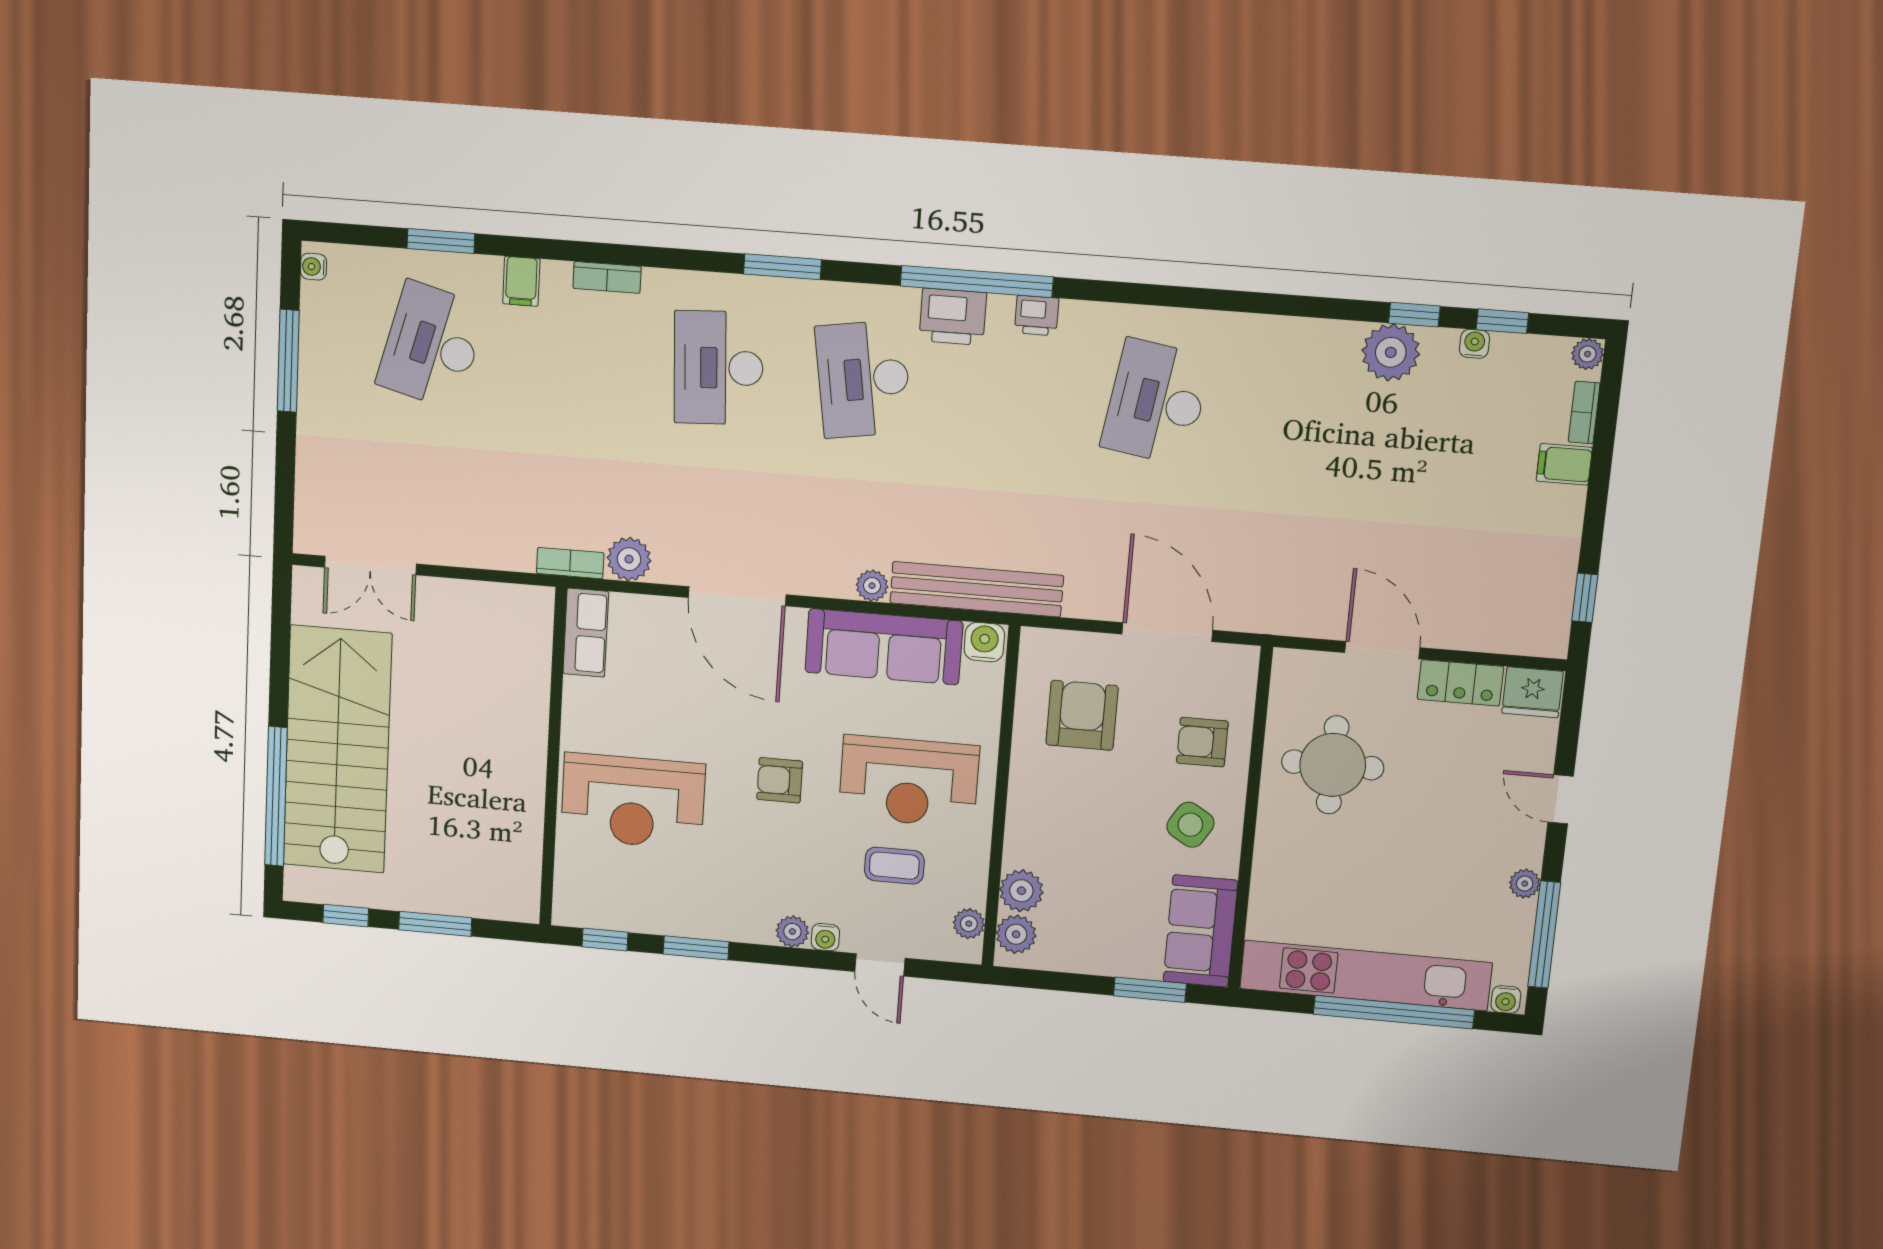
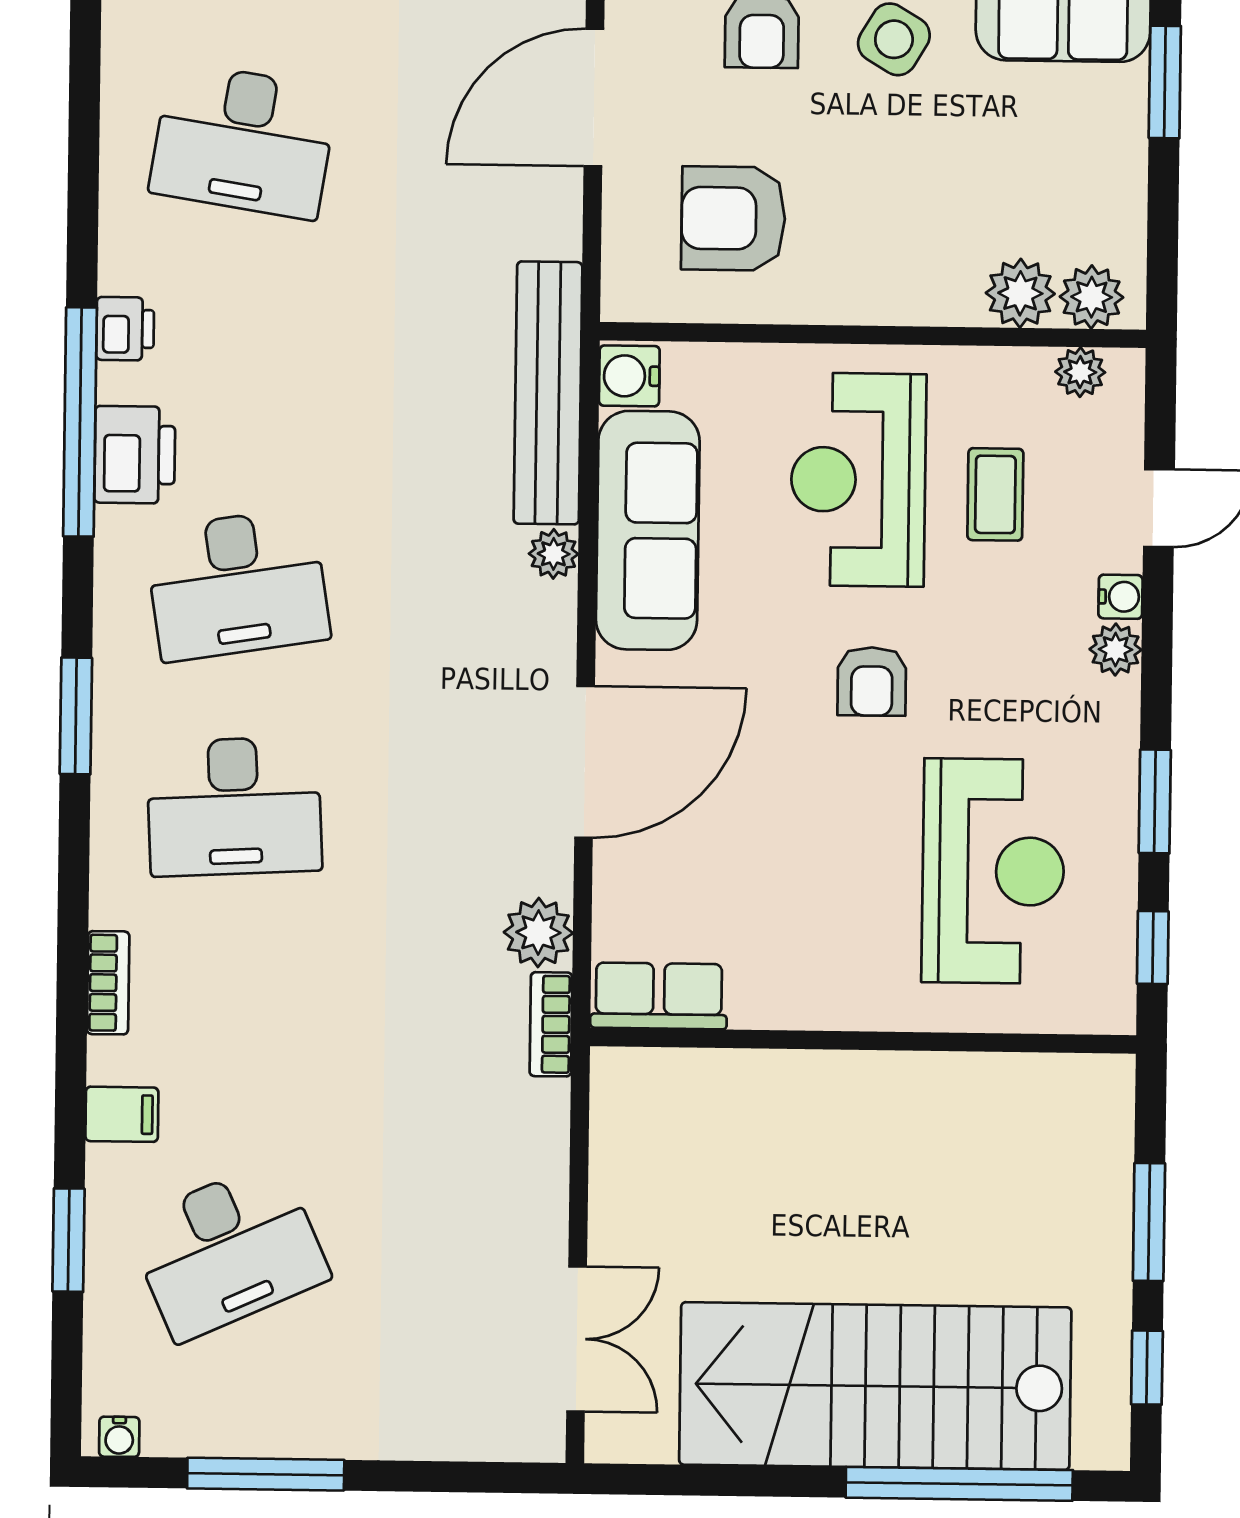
desk: (432, 345) -> (228, 1250), turned -39
reception desk: (909, 781) -> (858, 480), turned 180
reception desk: (633, 801) -> (993, 871), moved

